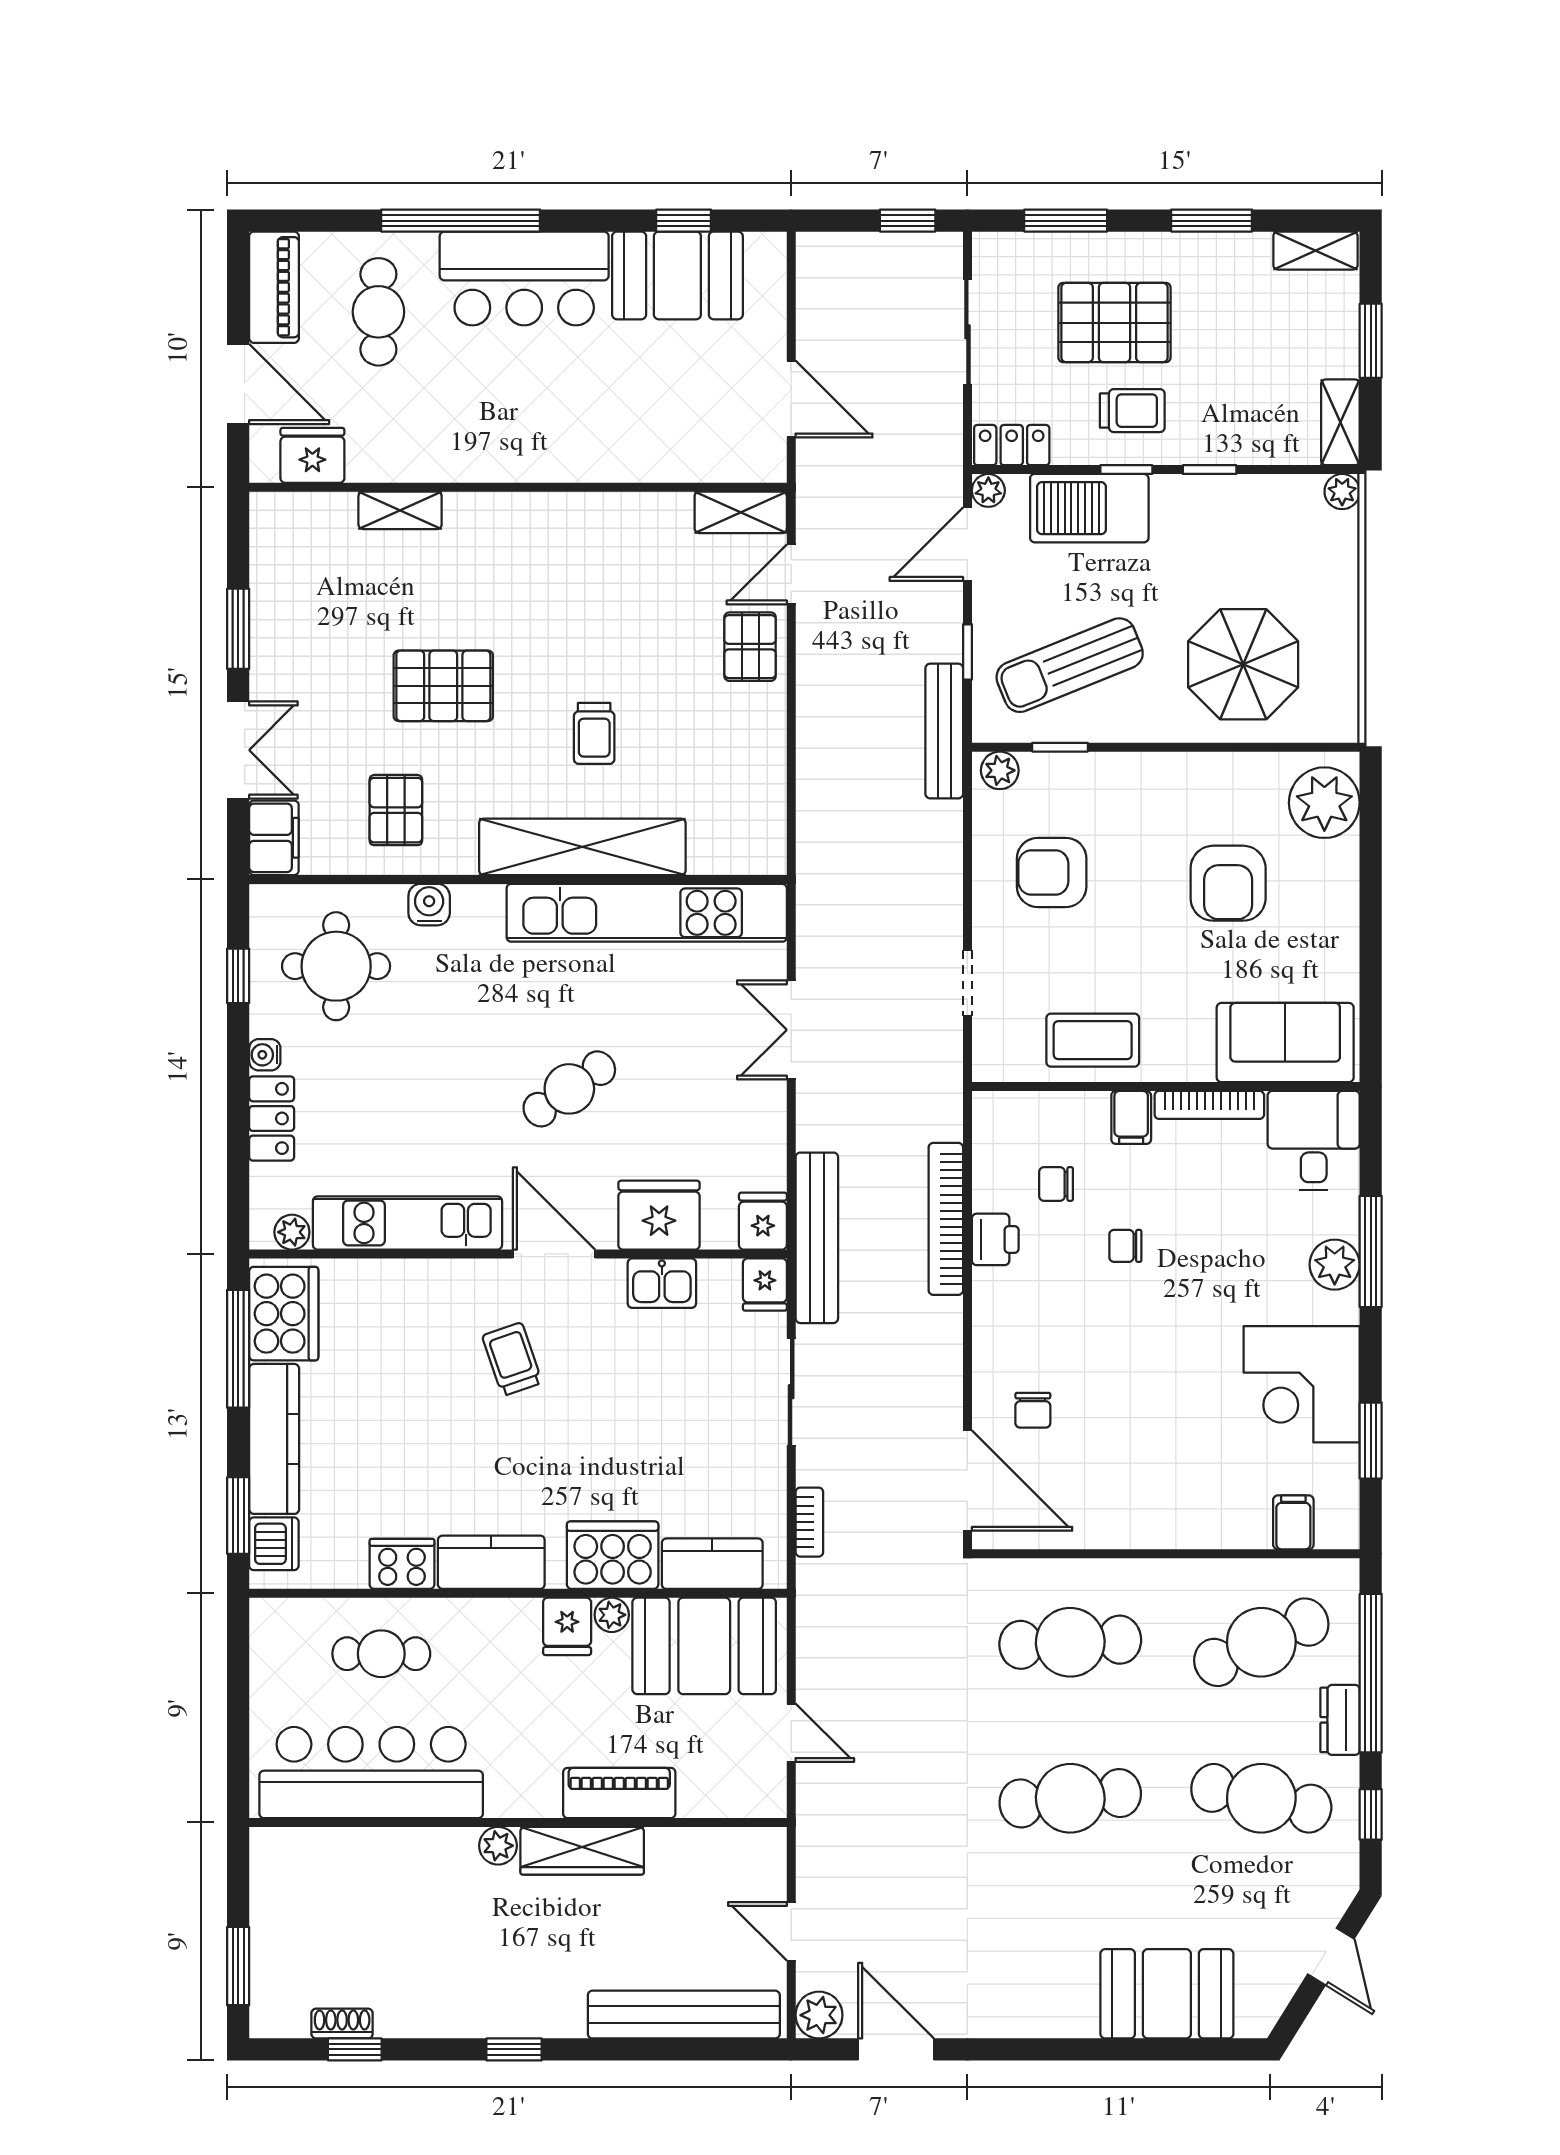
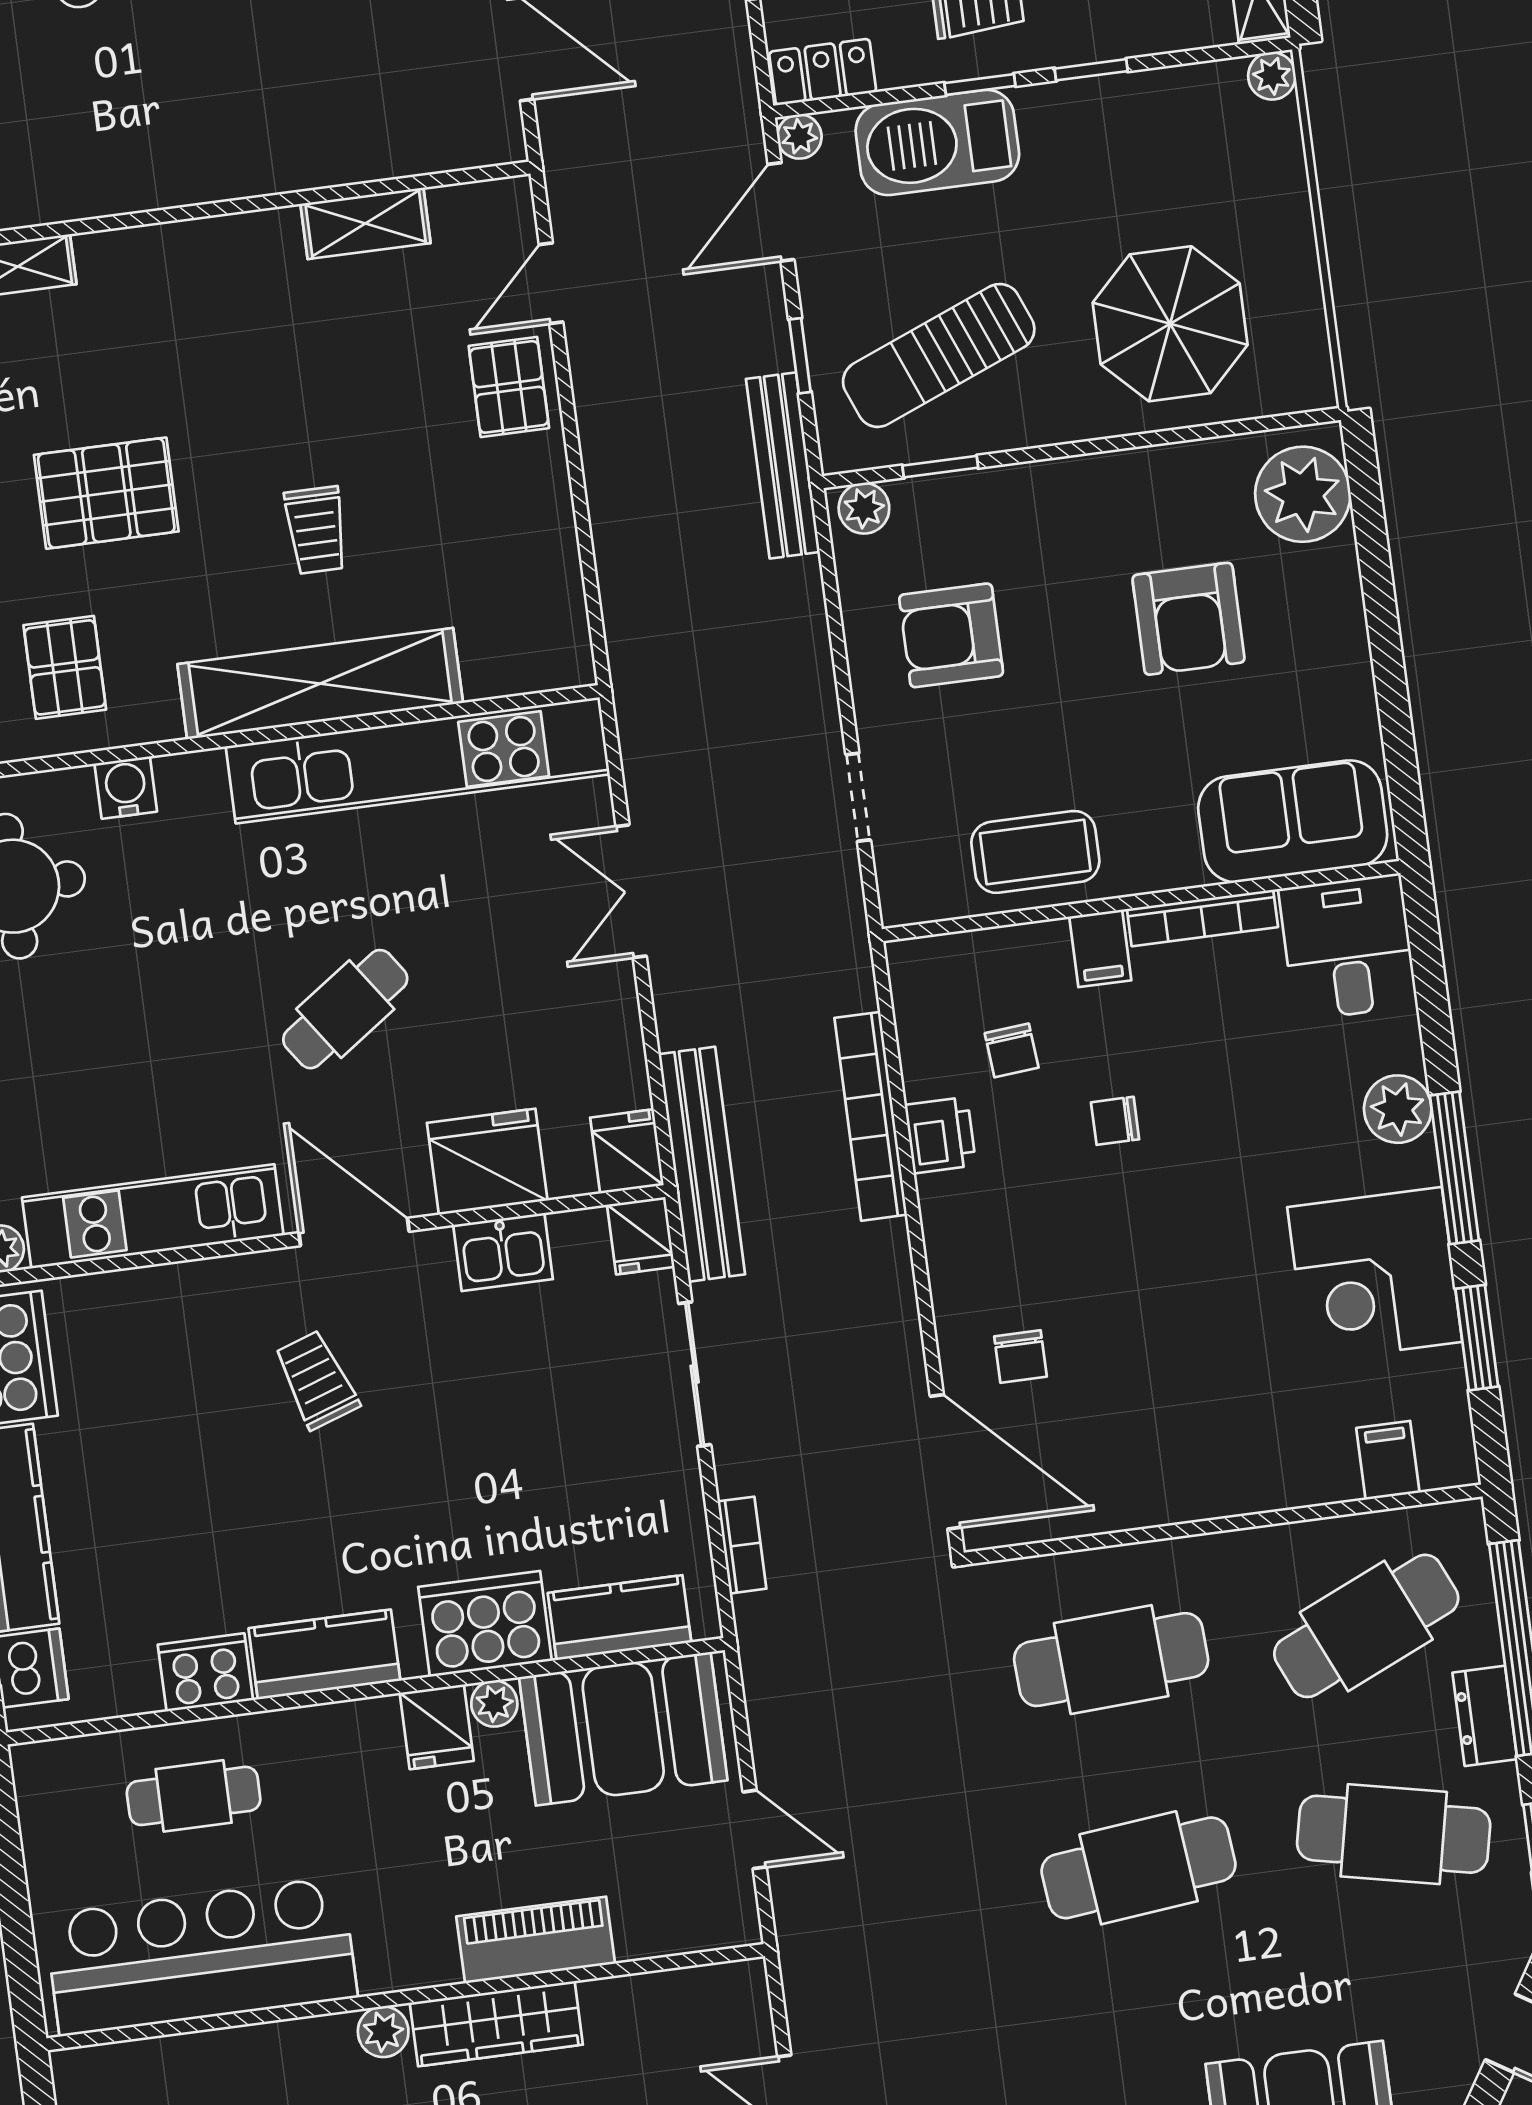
shelving: (741, 512) -> (366, 223), moved
chair: (1056, 1184) -> (1012, 1050), turned -95
window: (1371, 1251) -> (1454, 1168), moved

